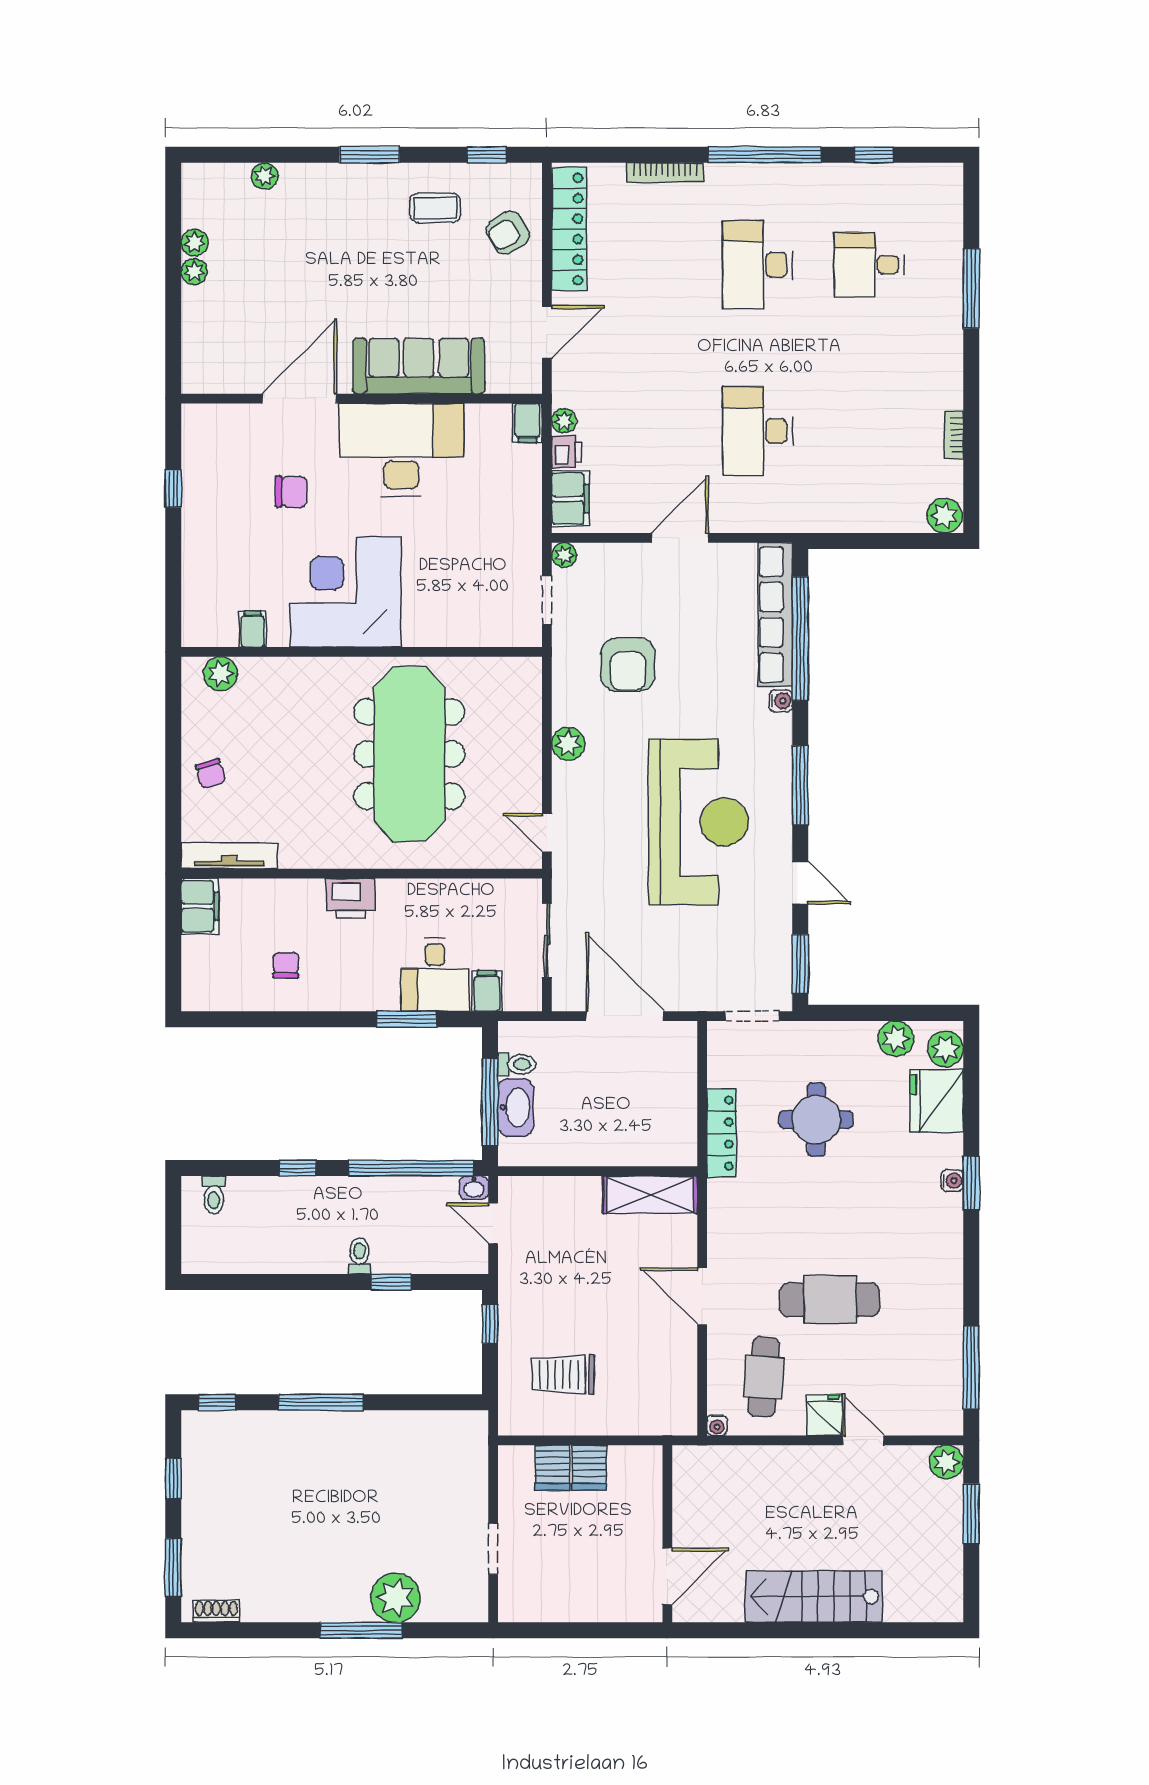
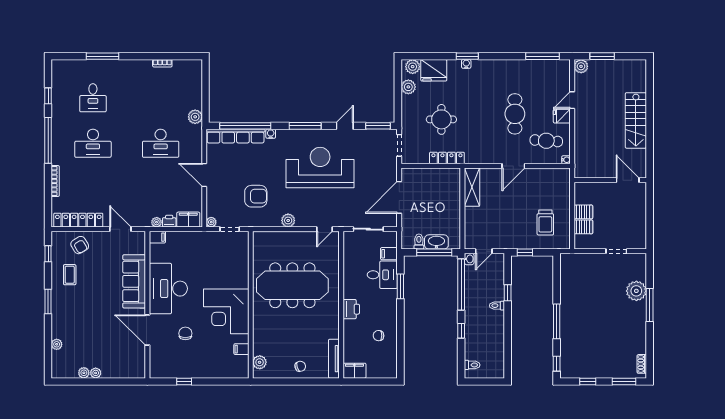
plant: (945, 516) -> (195, 117), moved

